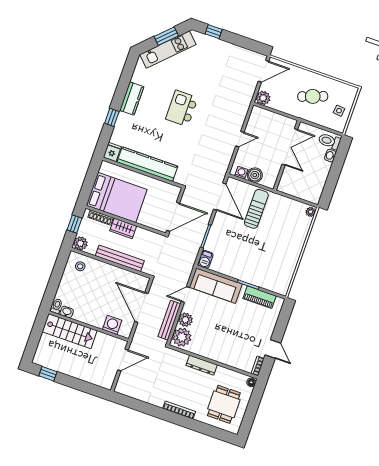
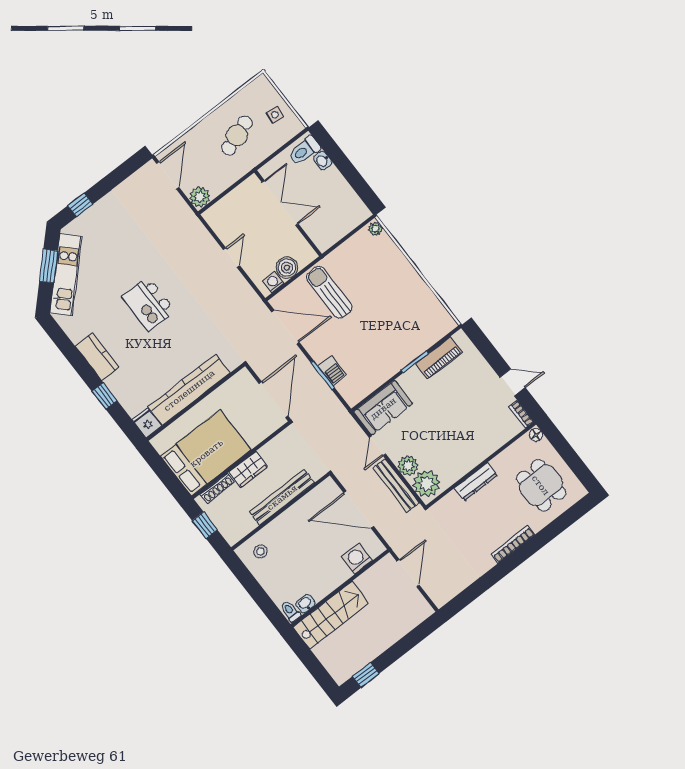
plant: (80, 243) -> (233, 533), removed
barbecue: (205, 259) -> (332, 370), moved
sofa: (216, 286) -> (383, 408), width x0.73

